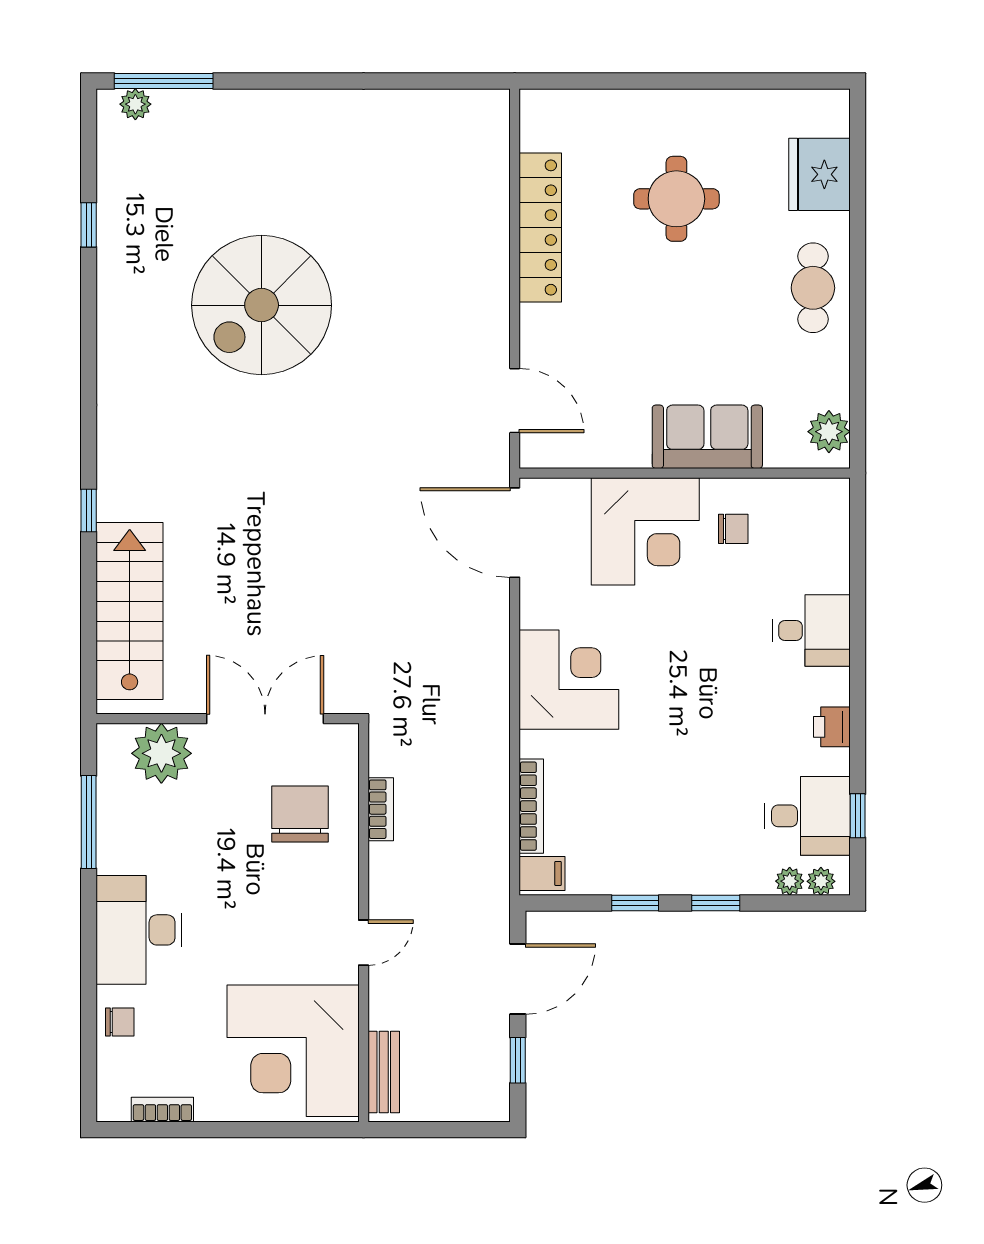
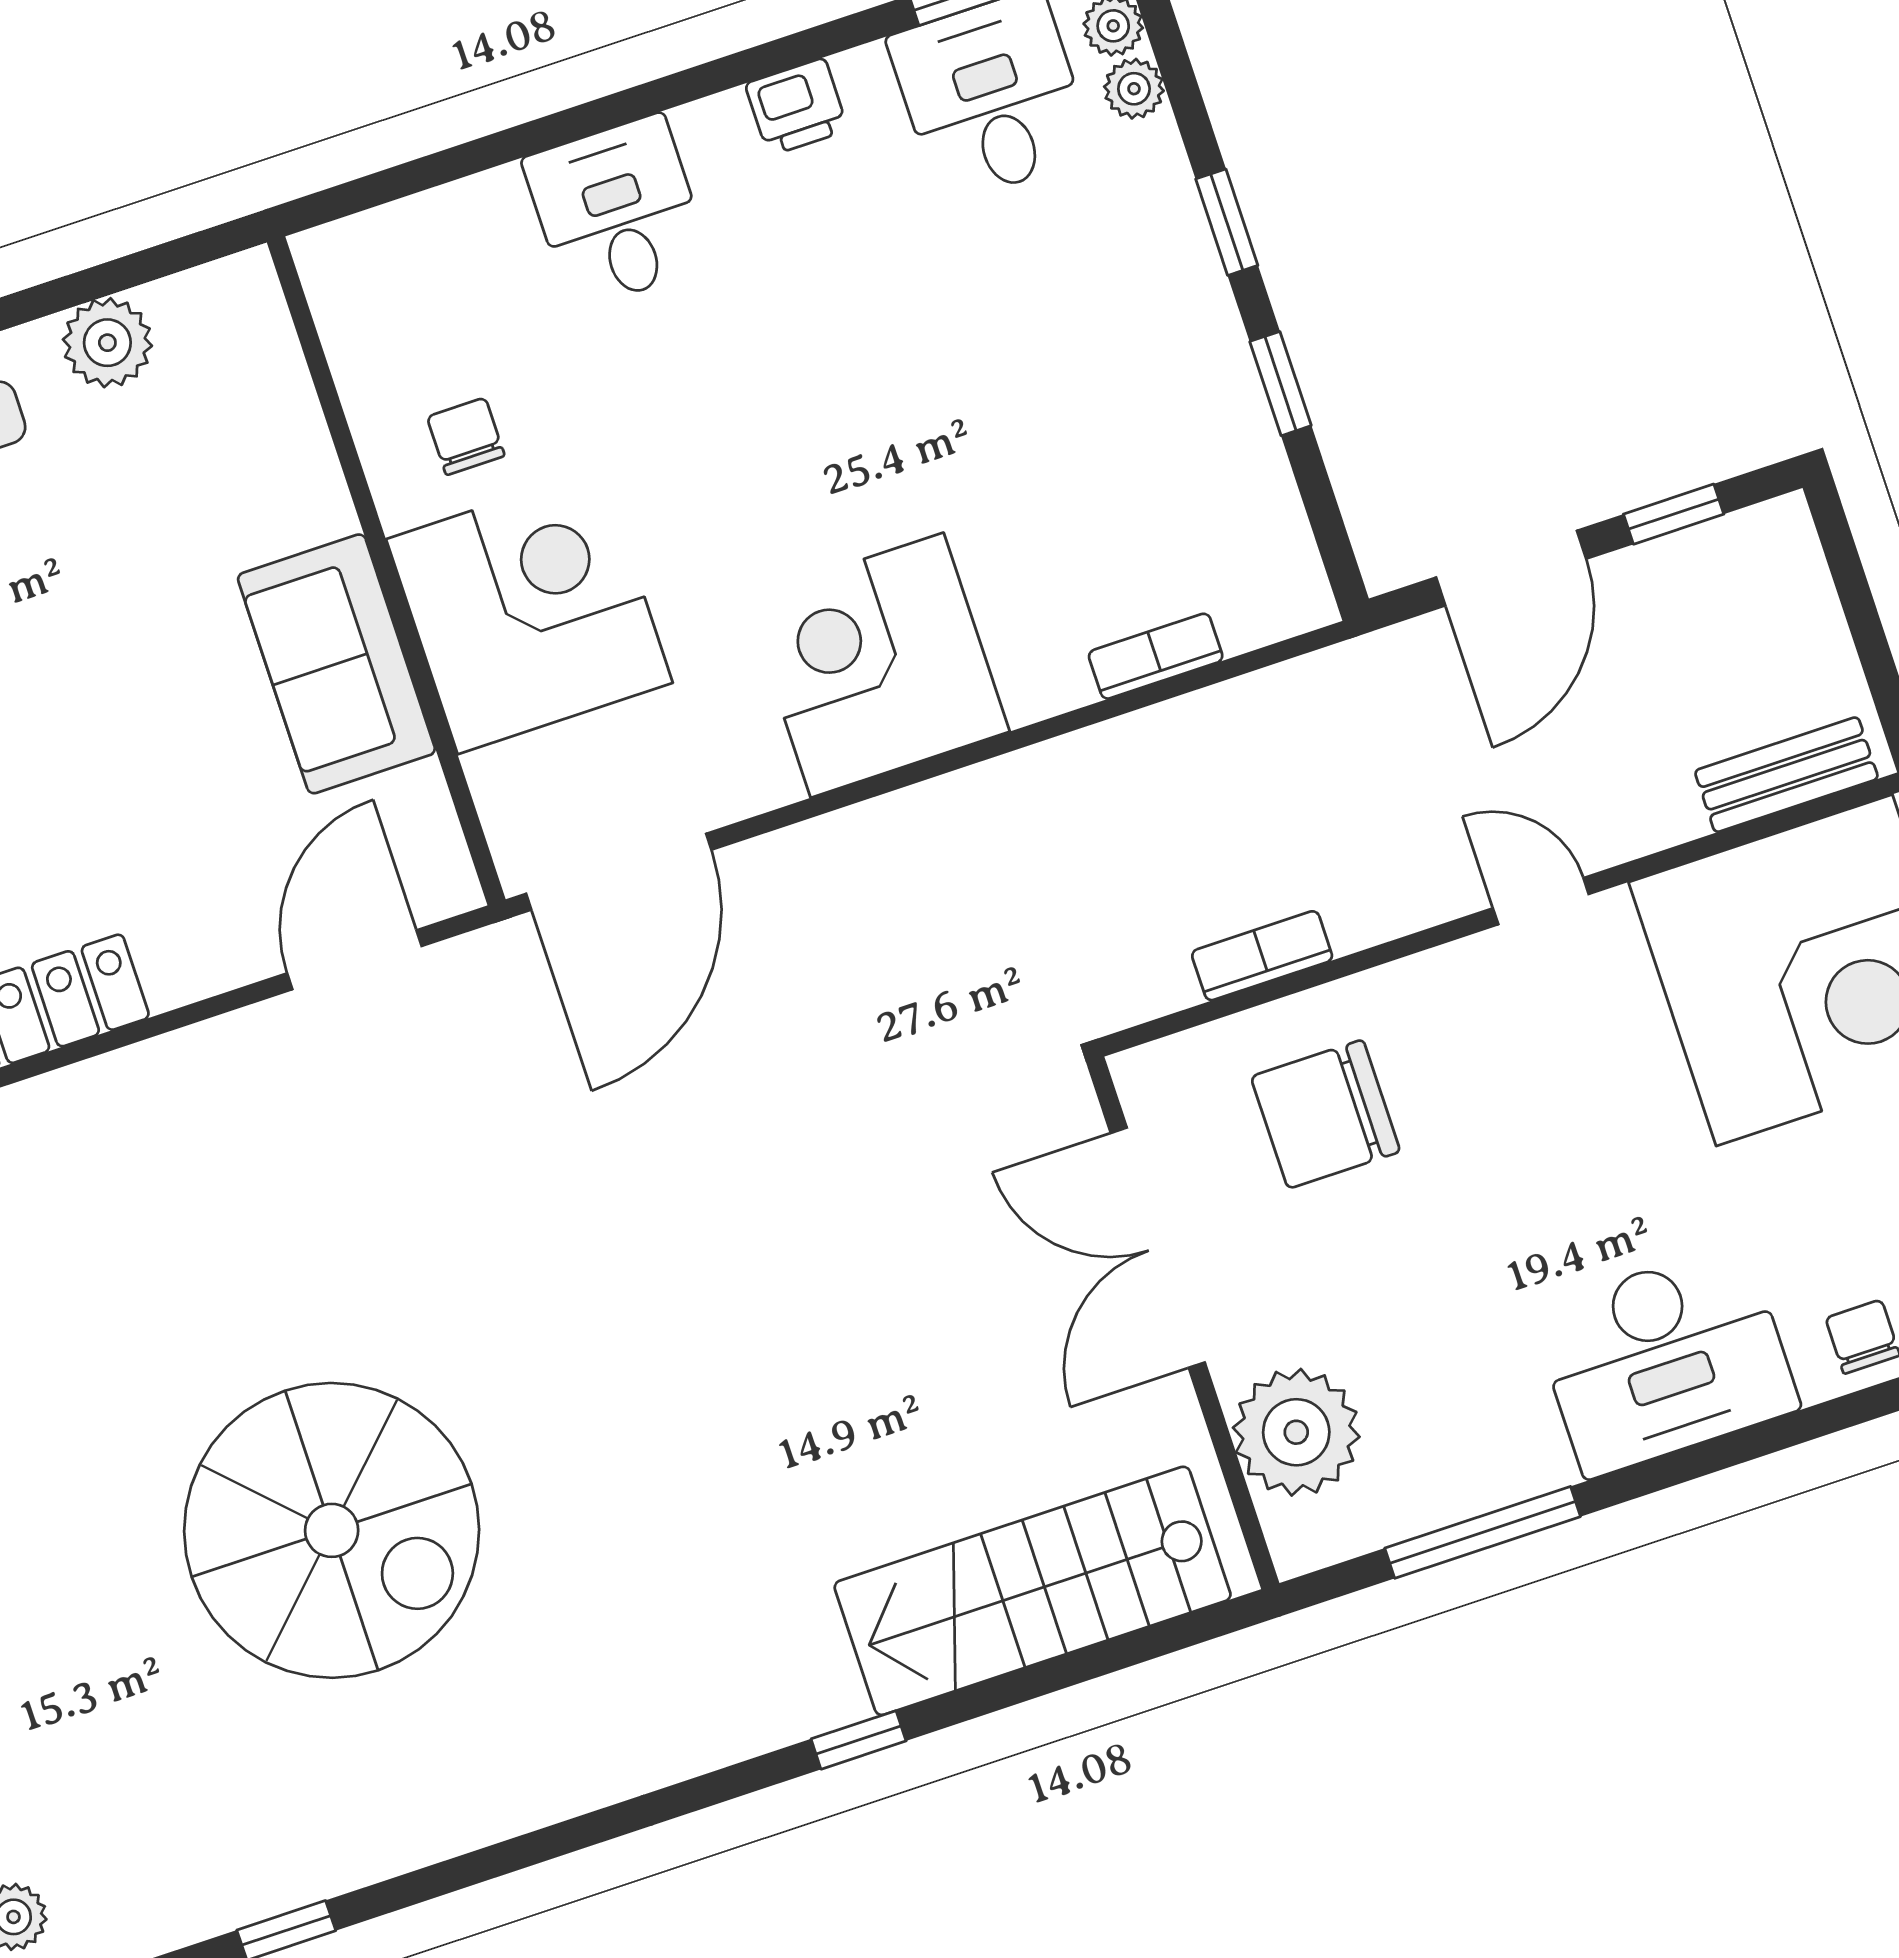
plant: (829, 432) -> (107, 343), moved
sofa: (707, 437) -> (336, 664), moved
bookcase: (531, 806) -> (1156, 656), width x0.64
filing cabinet: (542, 873) -> (1283, 590), removed
door: (518, 979) -> (1511, 568), swing flipped

